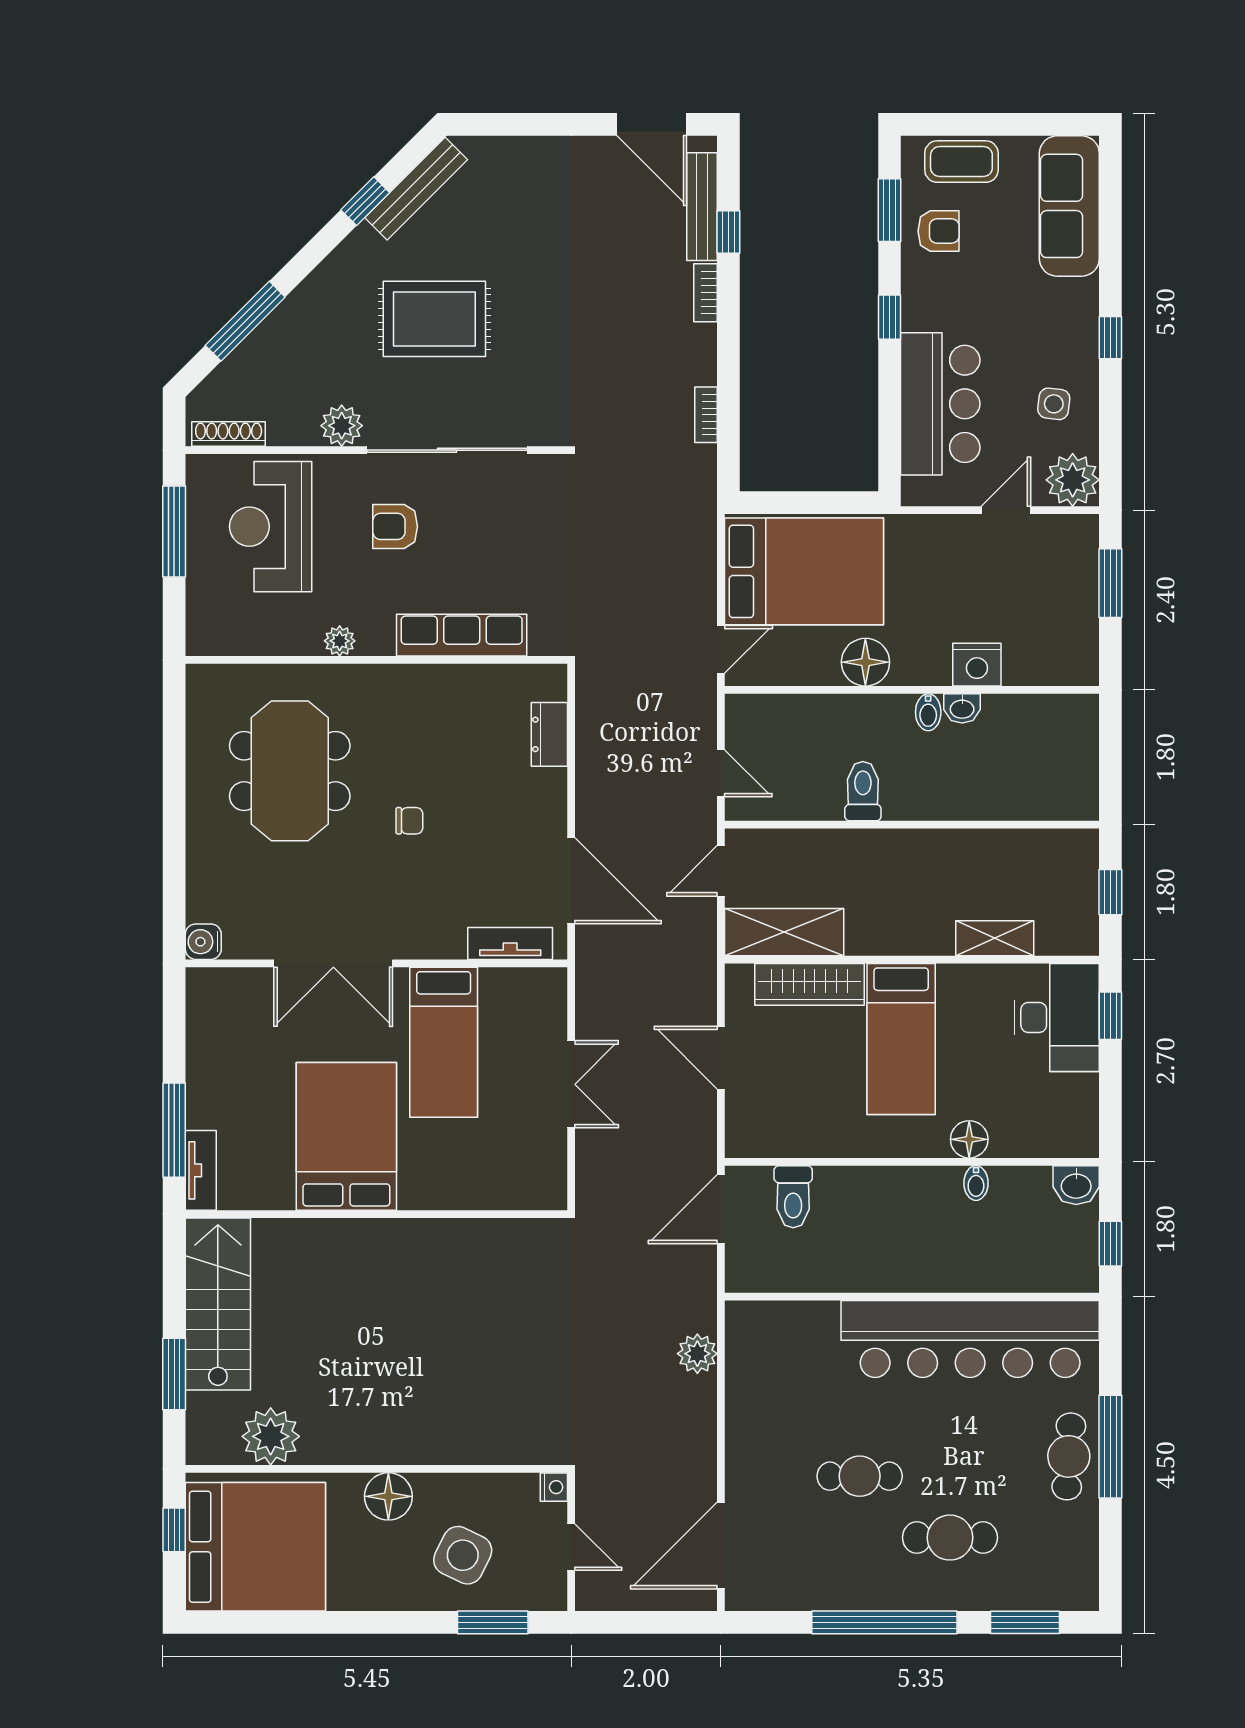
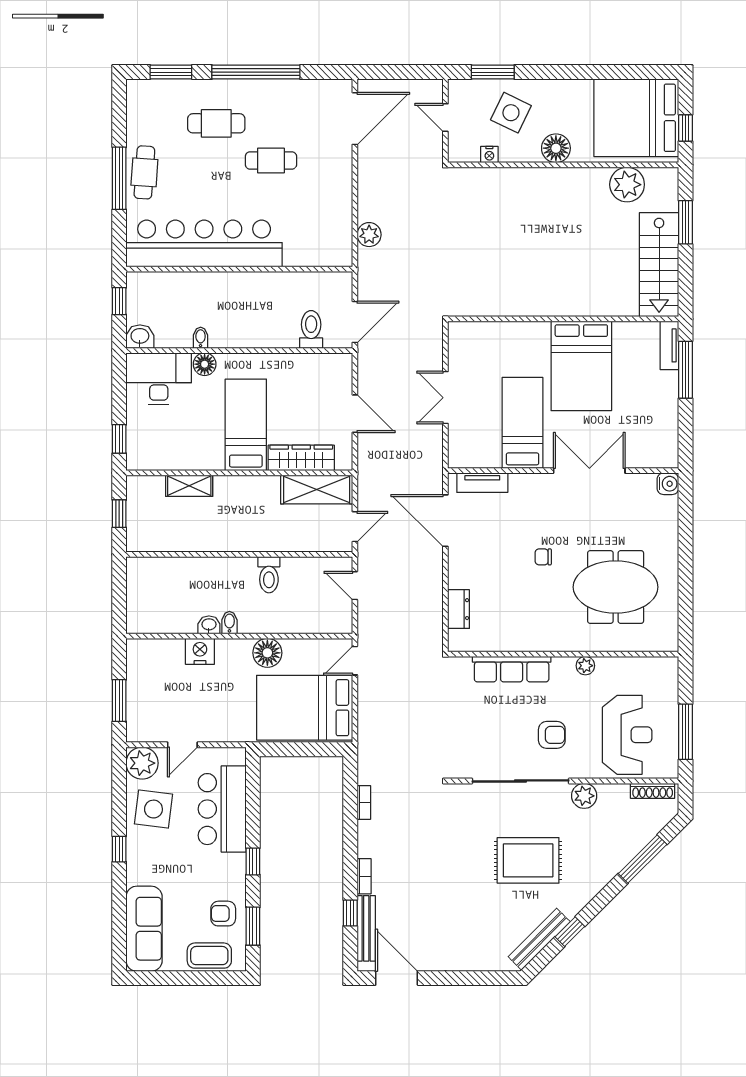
side table: (1054, 404) -> (153, 809), width x1.87, depth x1.87
meeting table: (290, 771) -> (616, 587), turned 90
desk: (1057, 1017) -> (159, 379), moved, turned 90
nightstand: (554, 1487) -> (489, 154), moved, turned -90

